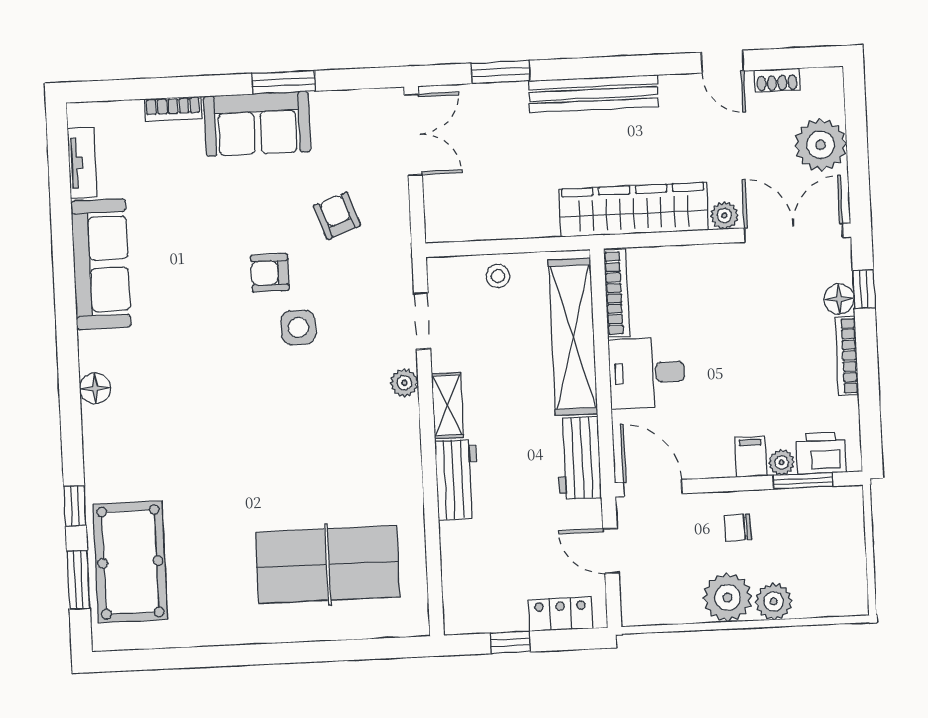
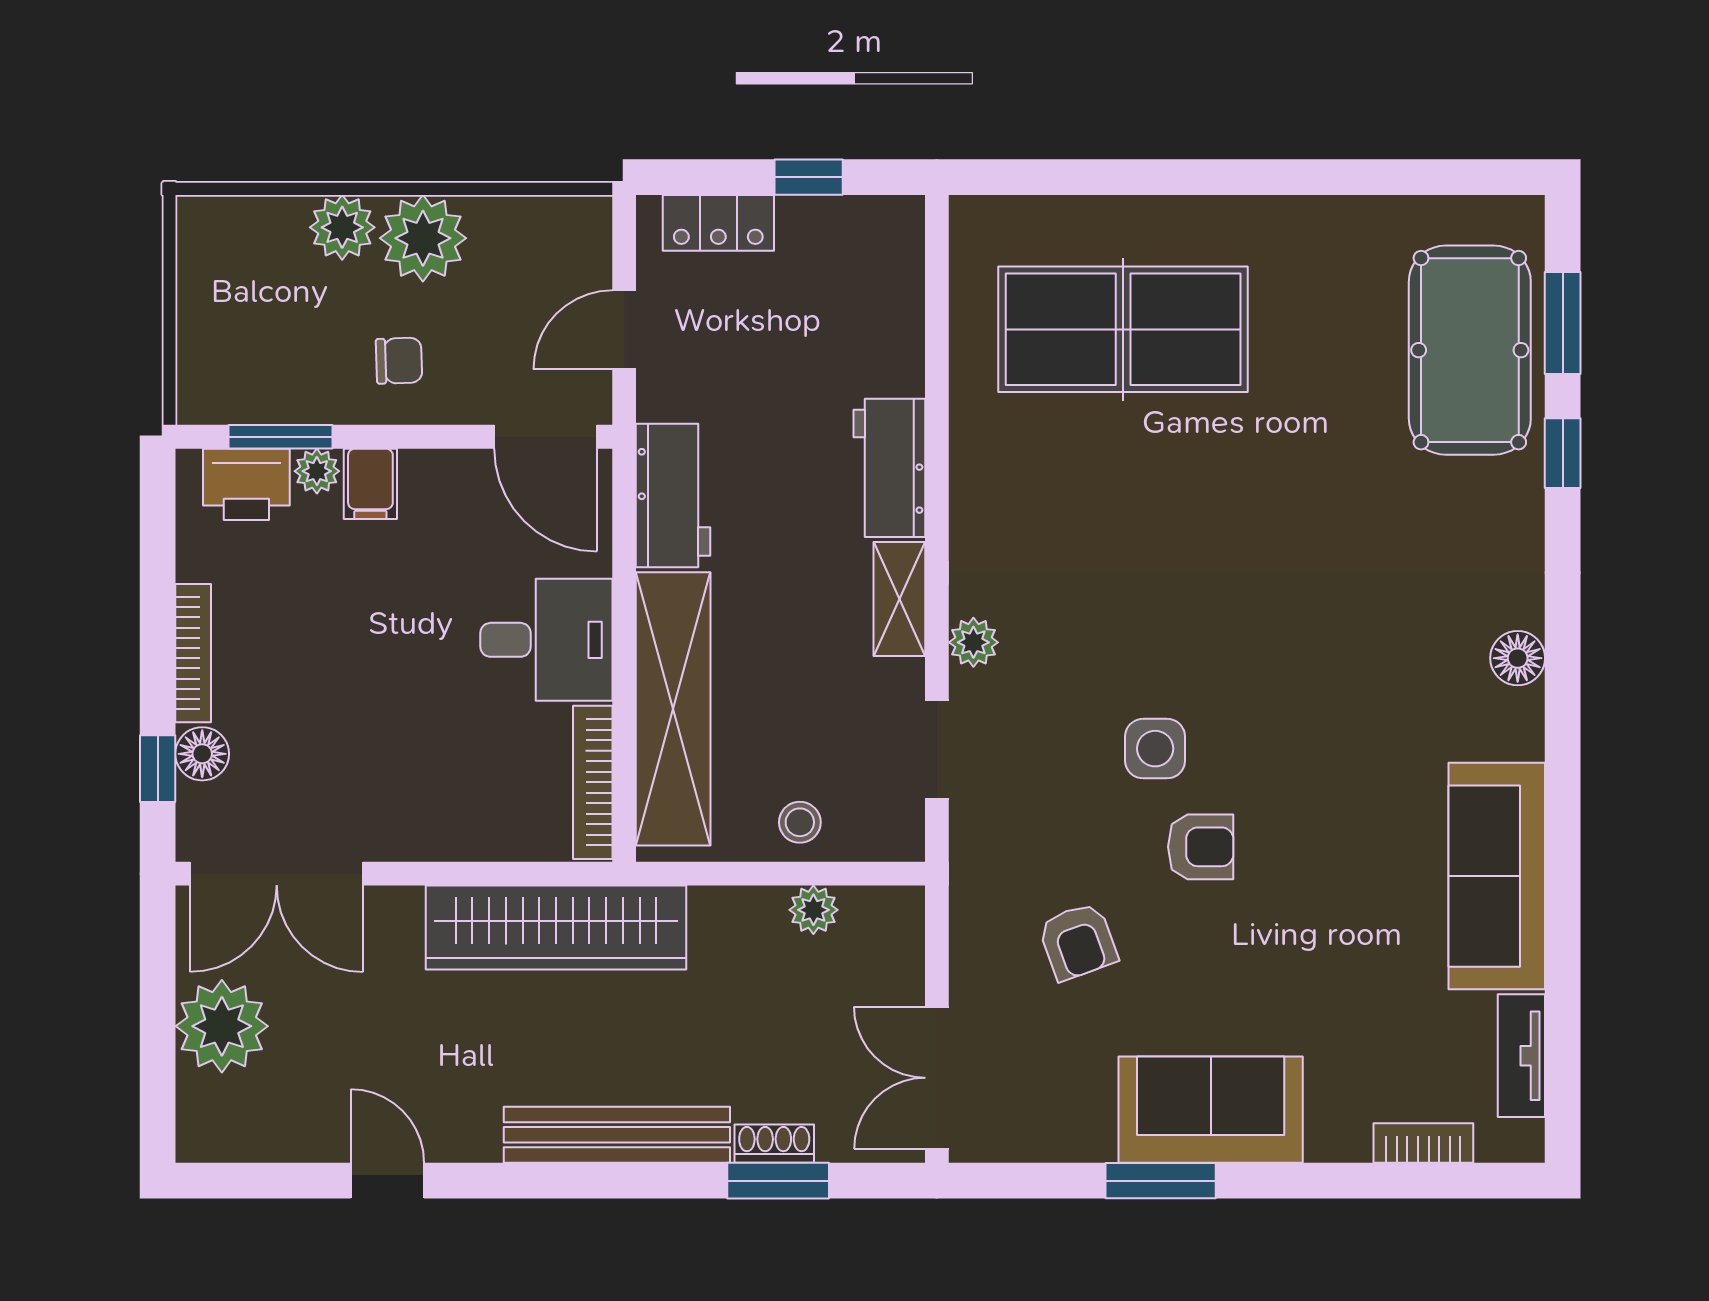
shoe rack: (777, 80) -> (774, 1144), moved
bookcase: (173, 109) -> (1423, 1143), moved
plant: (724, 216) -> (813, 910), moved
door: (611, 551) -> (624, 330), swing flipped

